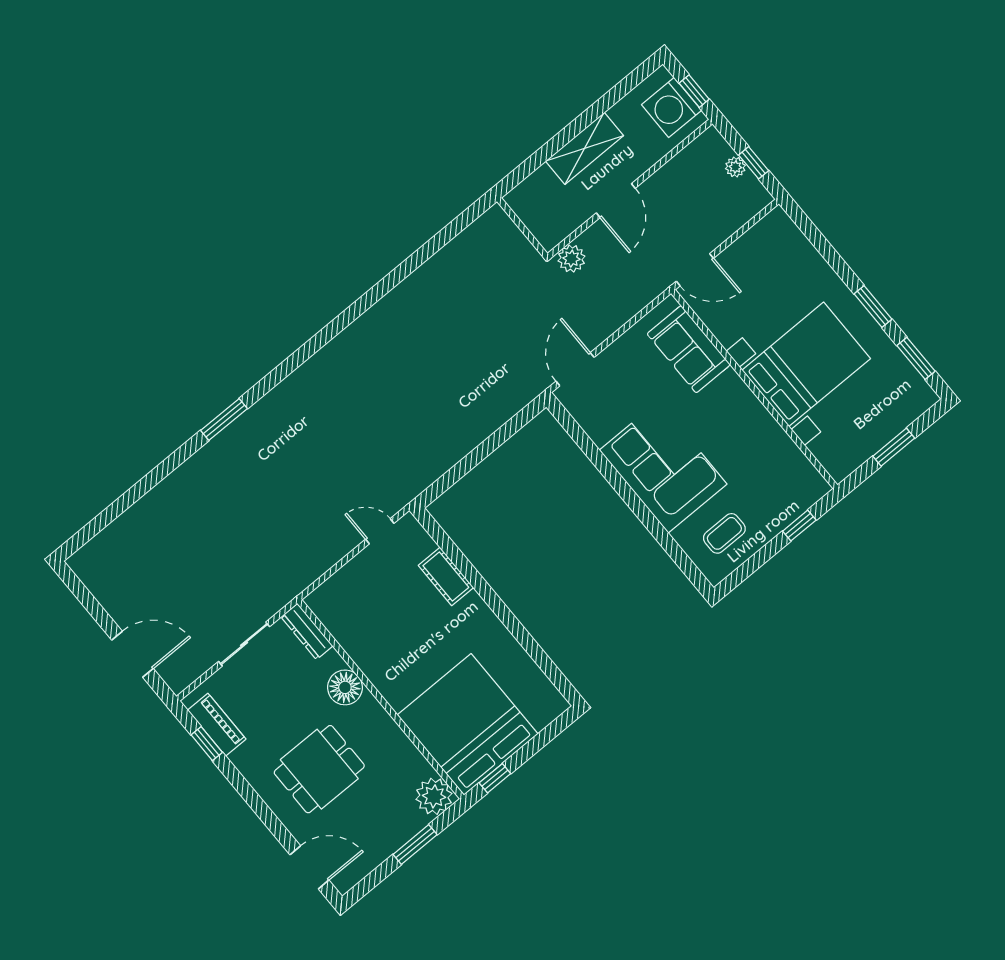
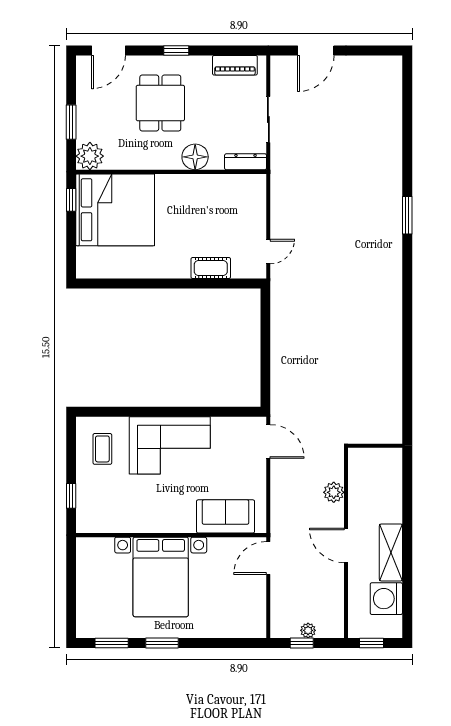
washing machine: (671, 107) -> (386, 599), moved, turned -90
wall: (522, 228) -> (375, 446), moved
window: (894, 447) -> (71, 588), removed
window: (207, 744) -> (176, 50), moved

